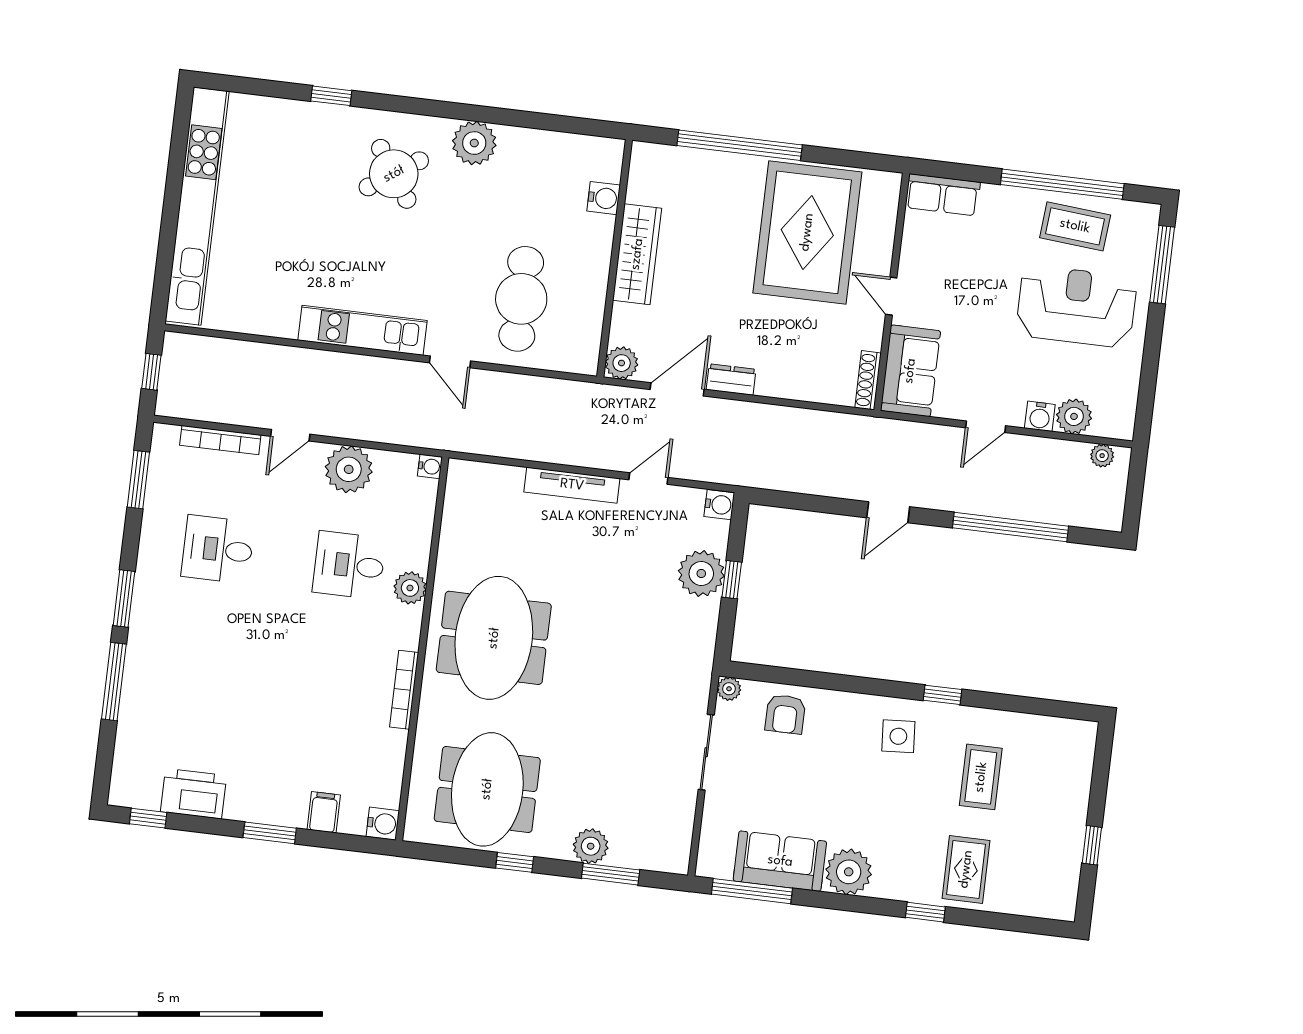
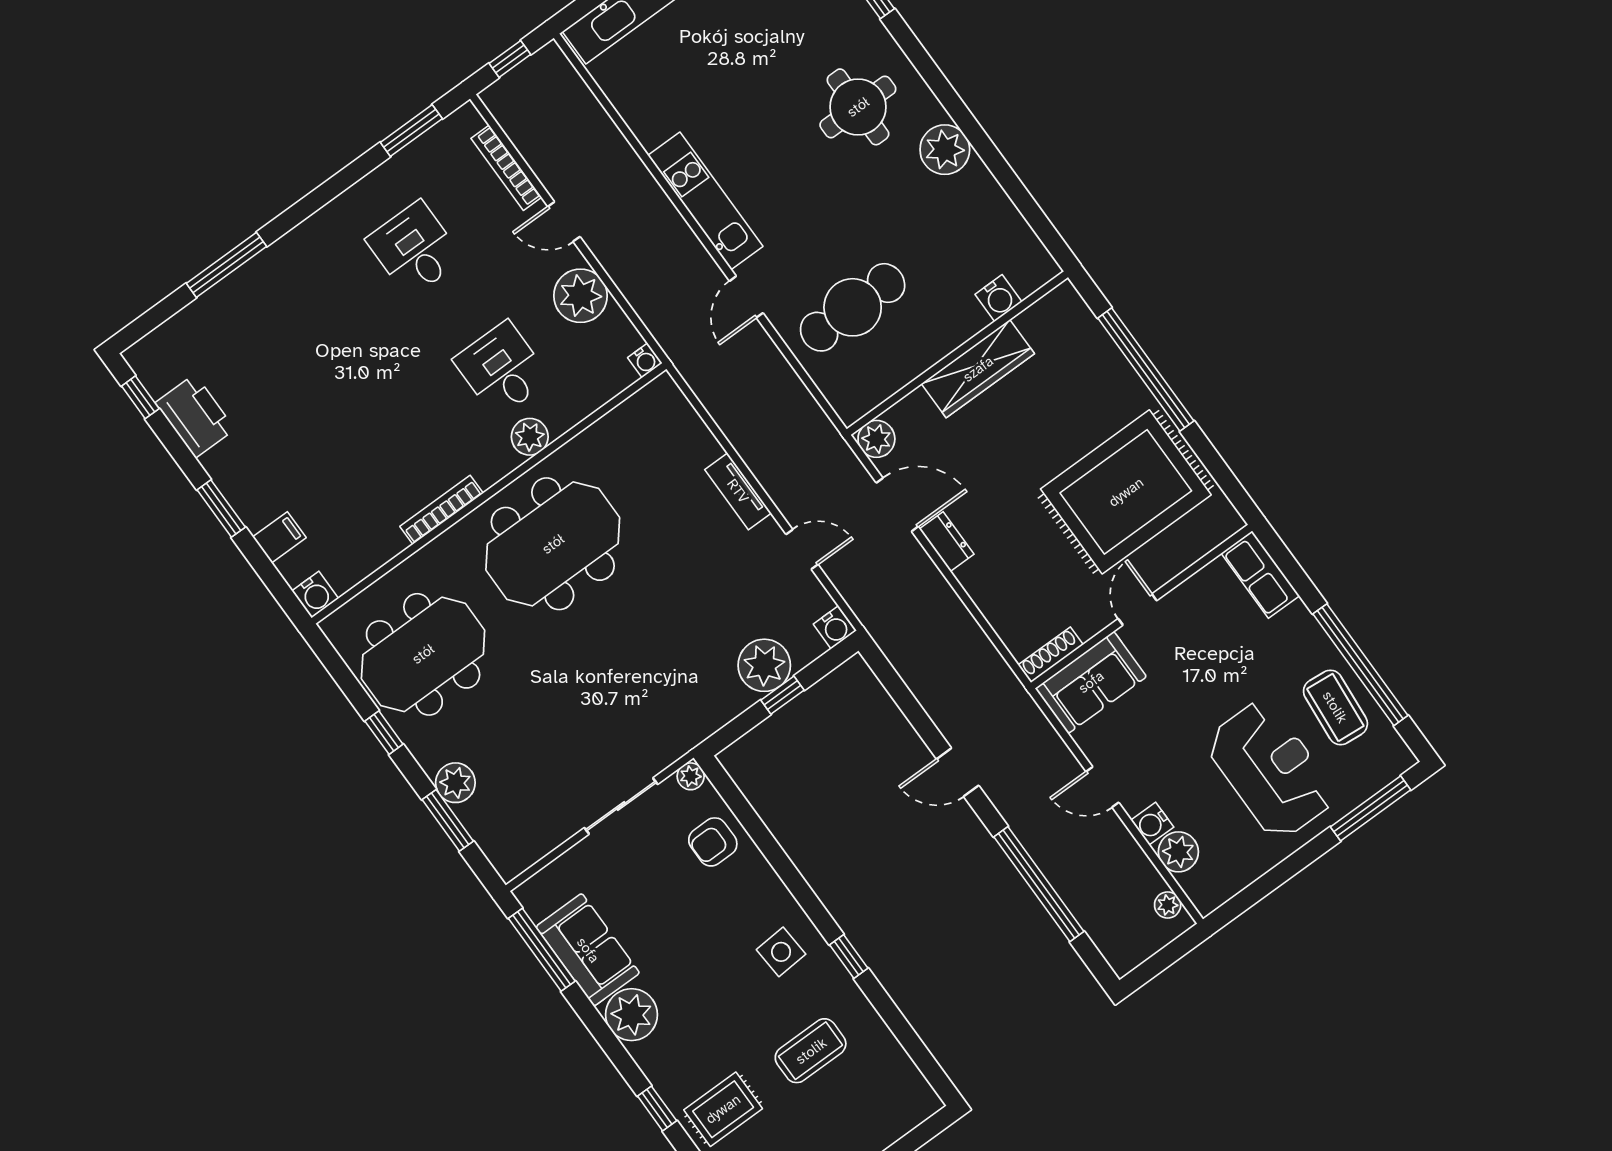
round table: (394, 174) -> (858, 107), turned 34
tv unit: (572, 485) -> (738, 491), width x0.71
window: (124, 599) -> (302, 210), removed

